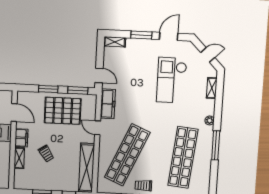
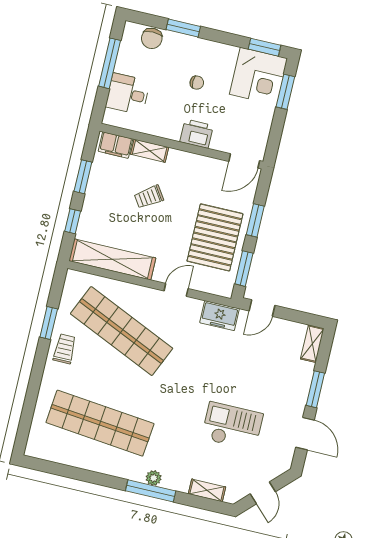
checkout: (172, 80) -> (232, 426), width x0.73, depth x0.83
freezer: (108, 104) -> (220, 316), width x0.71
door: (14, 113) -> (244, 161), moved
filing cabinet: (21, 138) -> (116, 145), moved
window: (216, 145) -> (151, 491), moved

